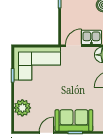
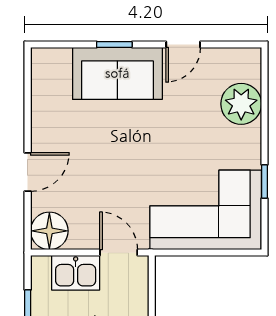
door: (73, 46) -> (119, 253), swing flipped

